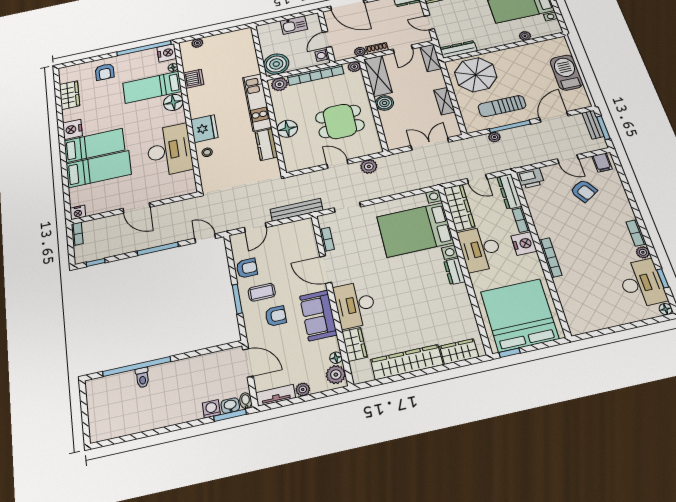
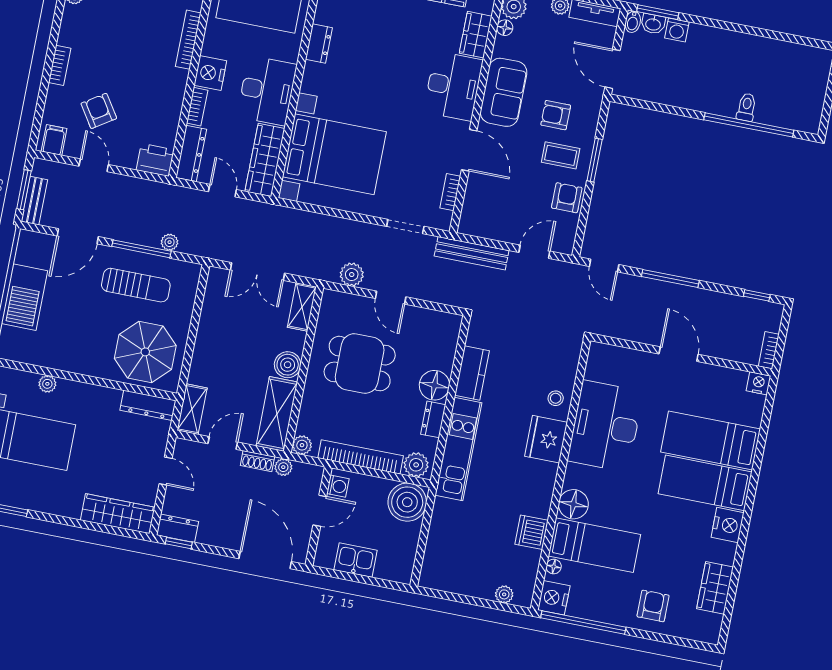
shelving: (444, 101) -> (302, 307), moved
dresser: (280, 111) -> (433, 419), added
bookcase: (636, 233) -> (60, 65), moved
armchair: (247, 268) -> (567, 198), turned 90
dresser: (454, 271) -> (319, 44), moved

